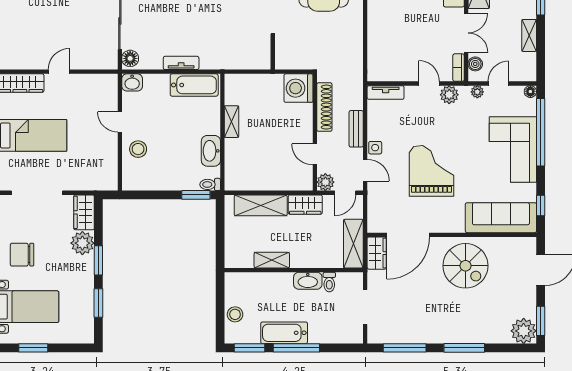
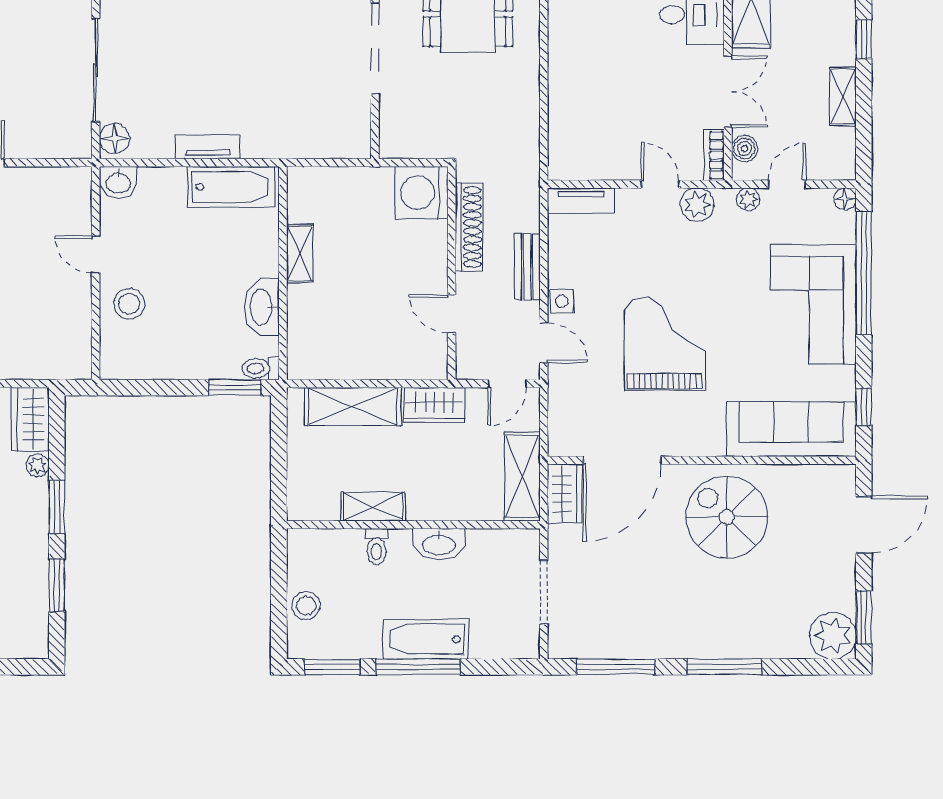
plant: (325, 182) -> (471, 364), removed
plant: (82, 243) -> (38, 465), width x0.53, depth x0.53
spiral stairs: (465, 266) -> (727, 517), turned 180
toilet: (329, 282) -> (377, 547), moved
bathtub: (284, 333) -> (426, 639), moved

